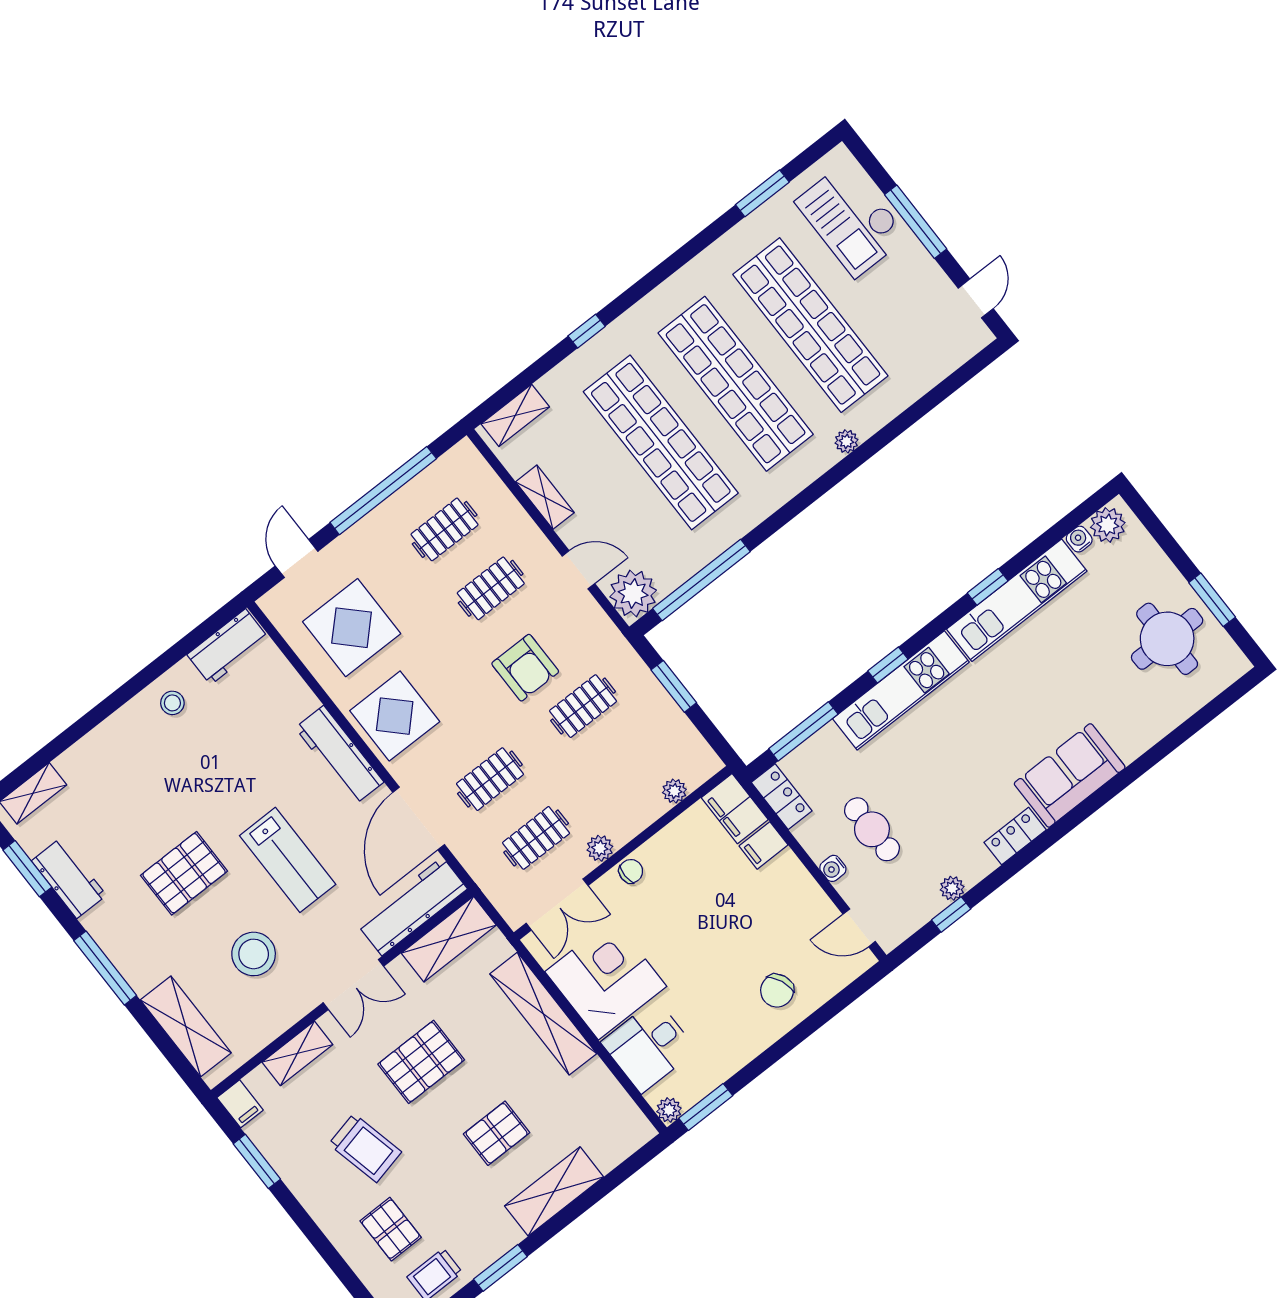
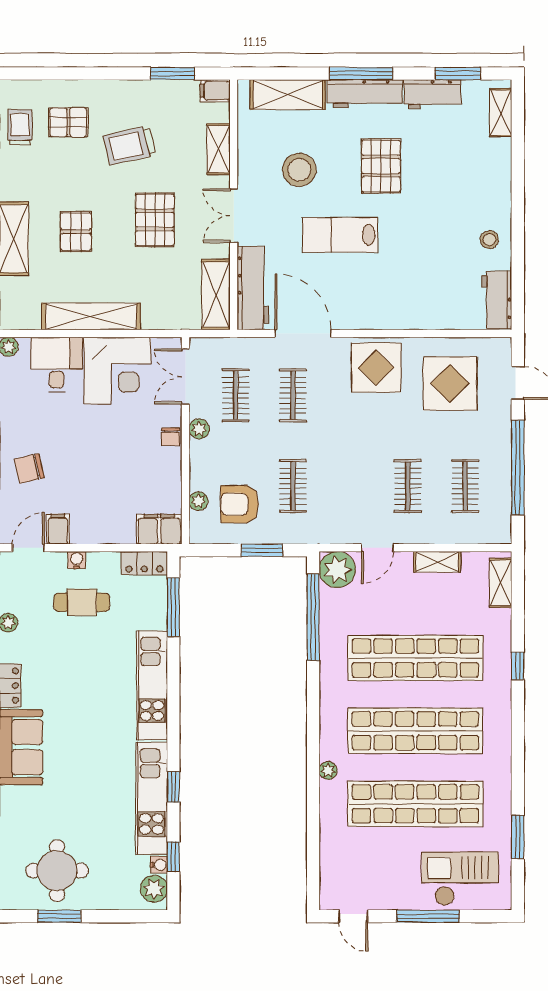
window: (888, 665) -> (173, 857), moved
armchair: (525, 668) -> (240, 504), moved
workbench: (339, 755) -> (365, 94), moved, turned 180
filing cabinet: (764, 845) -> (58, 529), moved
chair: (777, 991) -> (29, 468), turned -80
shelving: (543, 1014) -> (91, 316), moved

